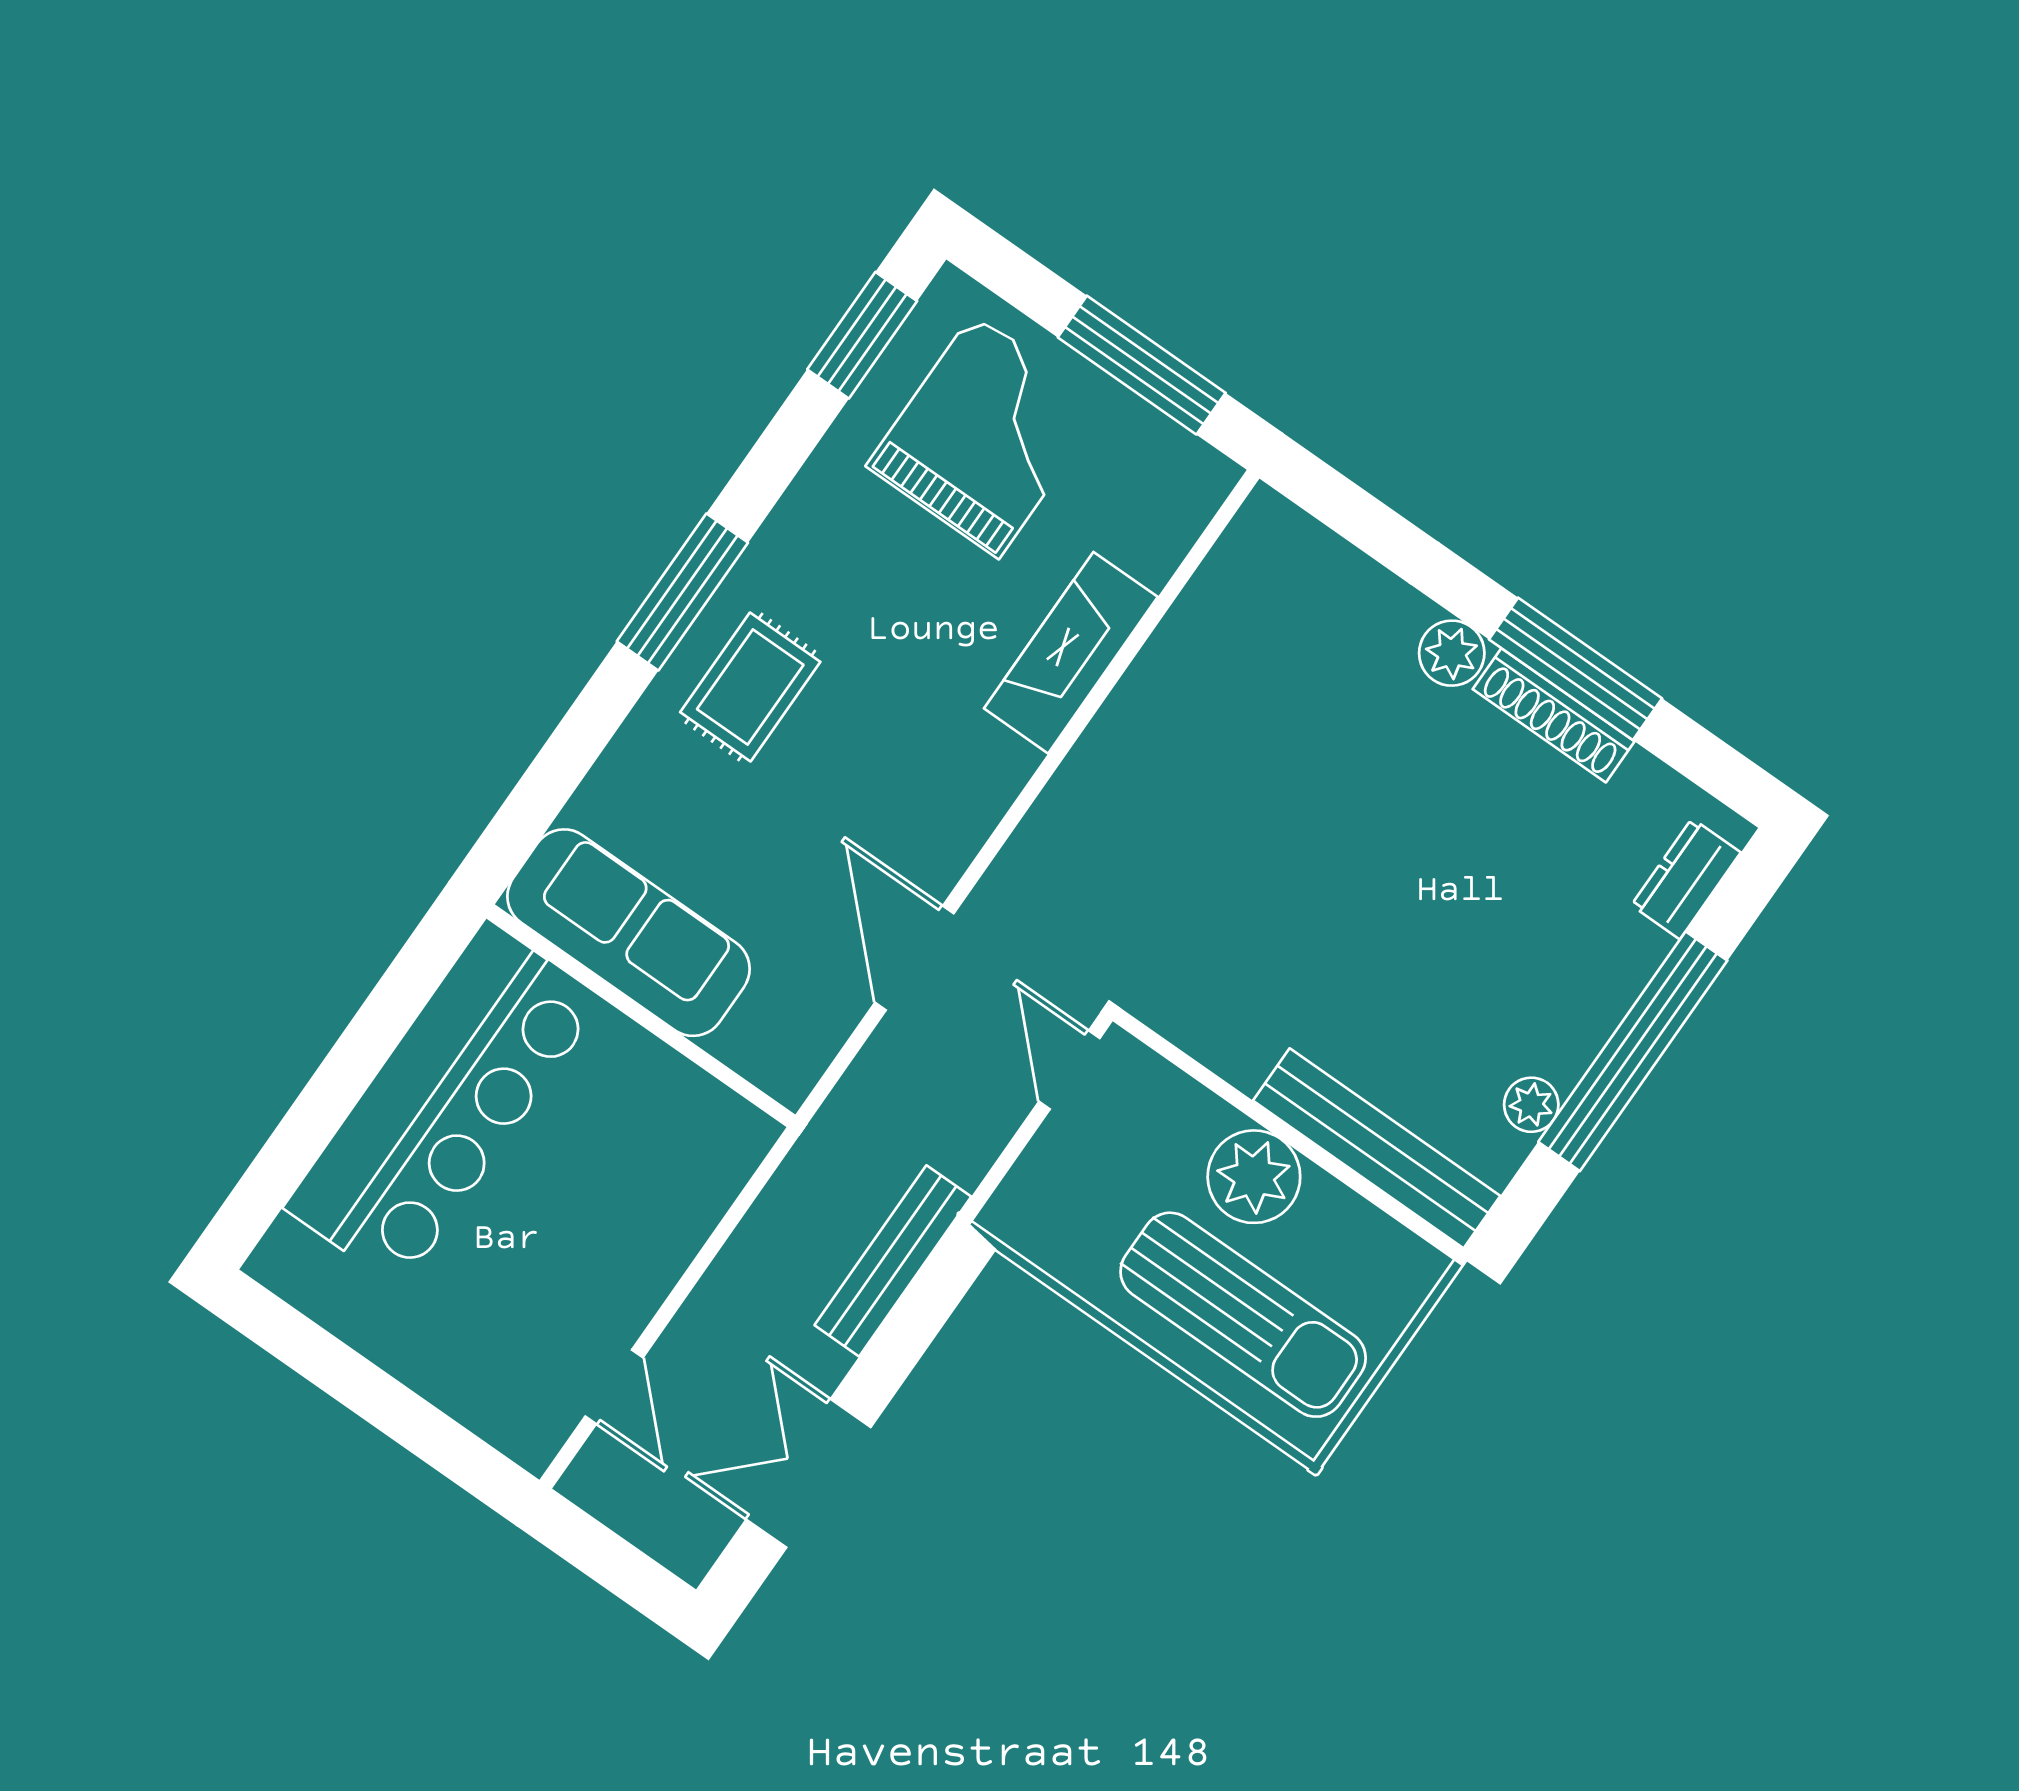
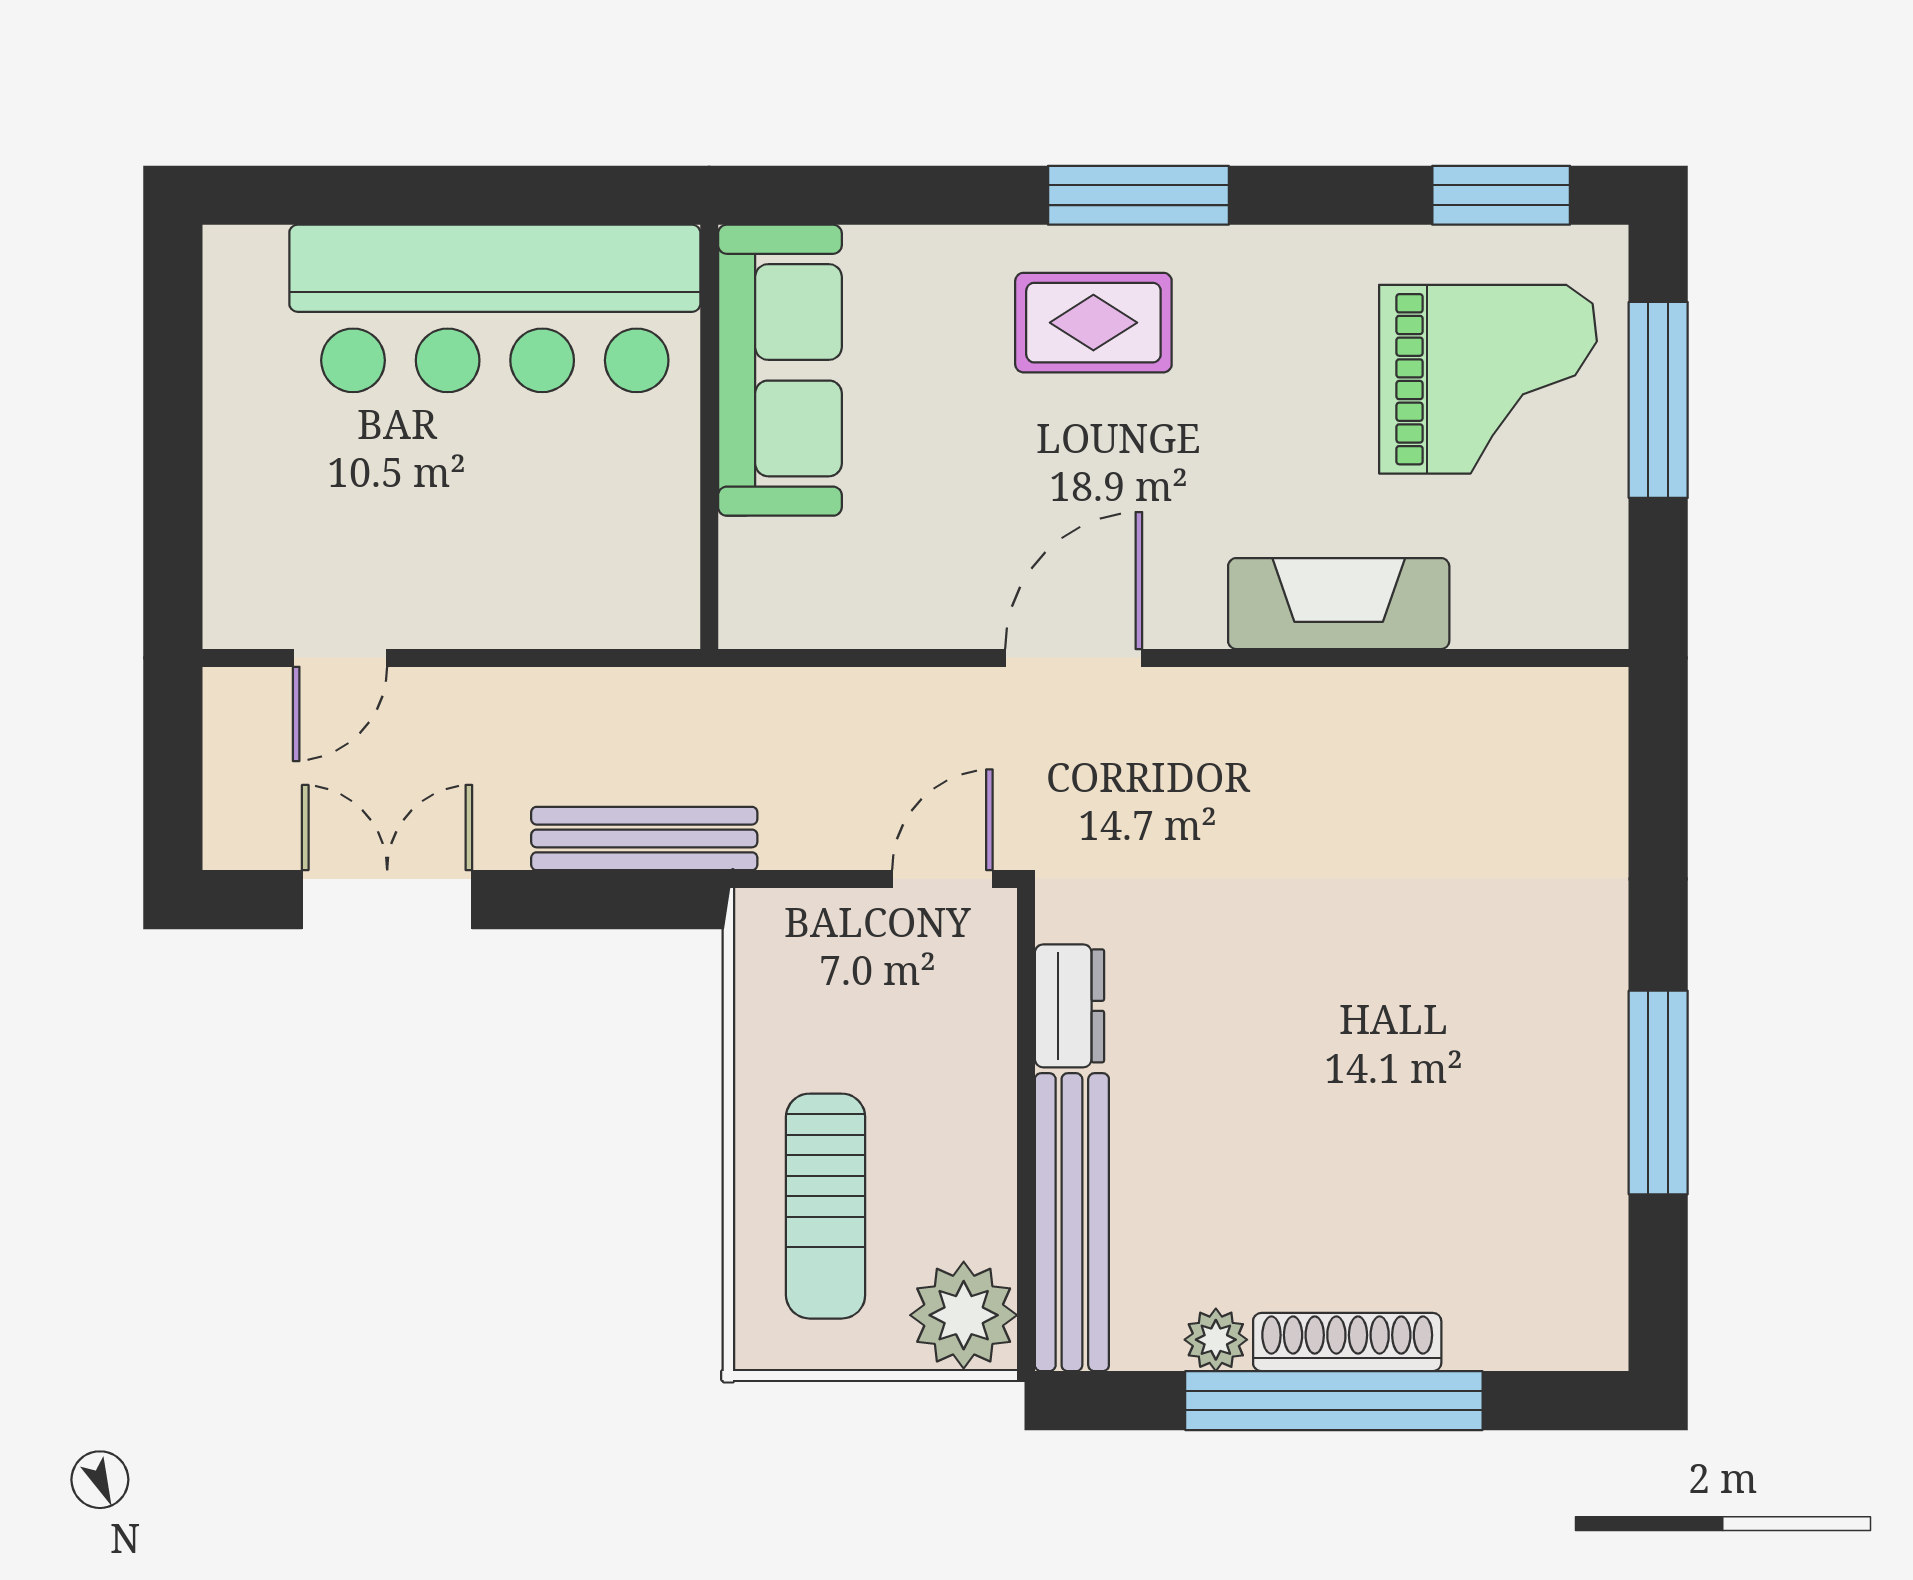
window: (1142, 365) -> (1658, 400), moved
plant: (1452, 653) -> (1591, 965), removed
shoe rack: (1554, 715) -> (1347, 1342), moved, turned 90
dresser: (1686, 879) -> (1069, 1006), moved, turned 90
door: (914, 958) -> (1074, 658), moved
plant: (1254, 1177) -> (964, 1315), moved
sun lounger: (1243, 1315) -> (826, 1206), width x0.73, depth x0.75

